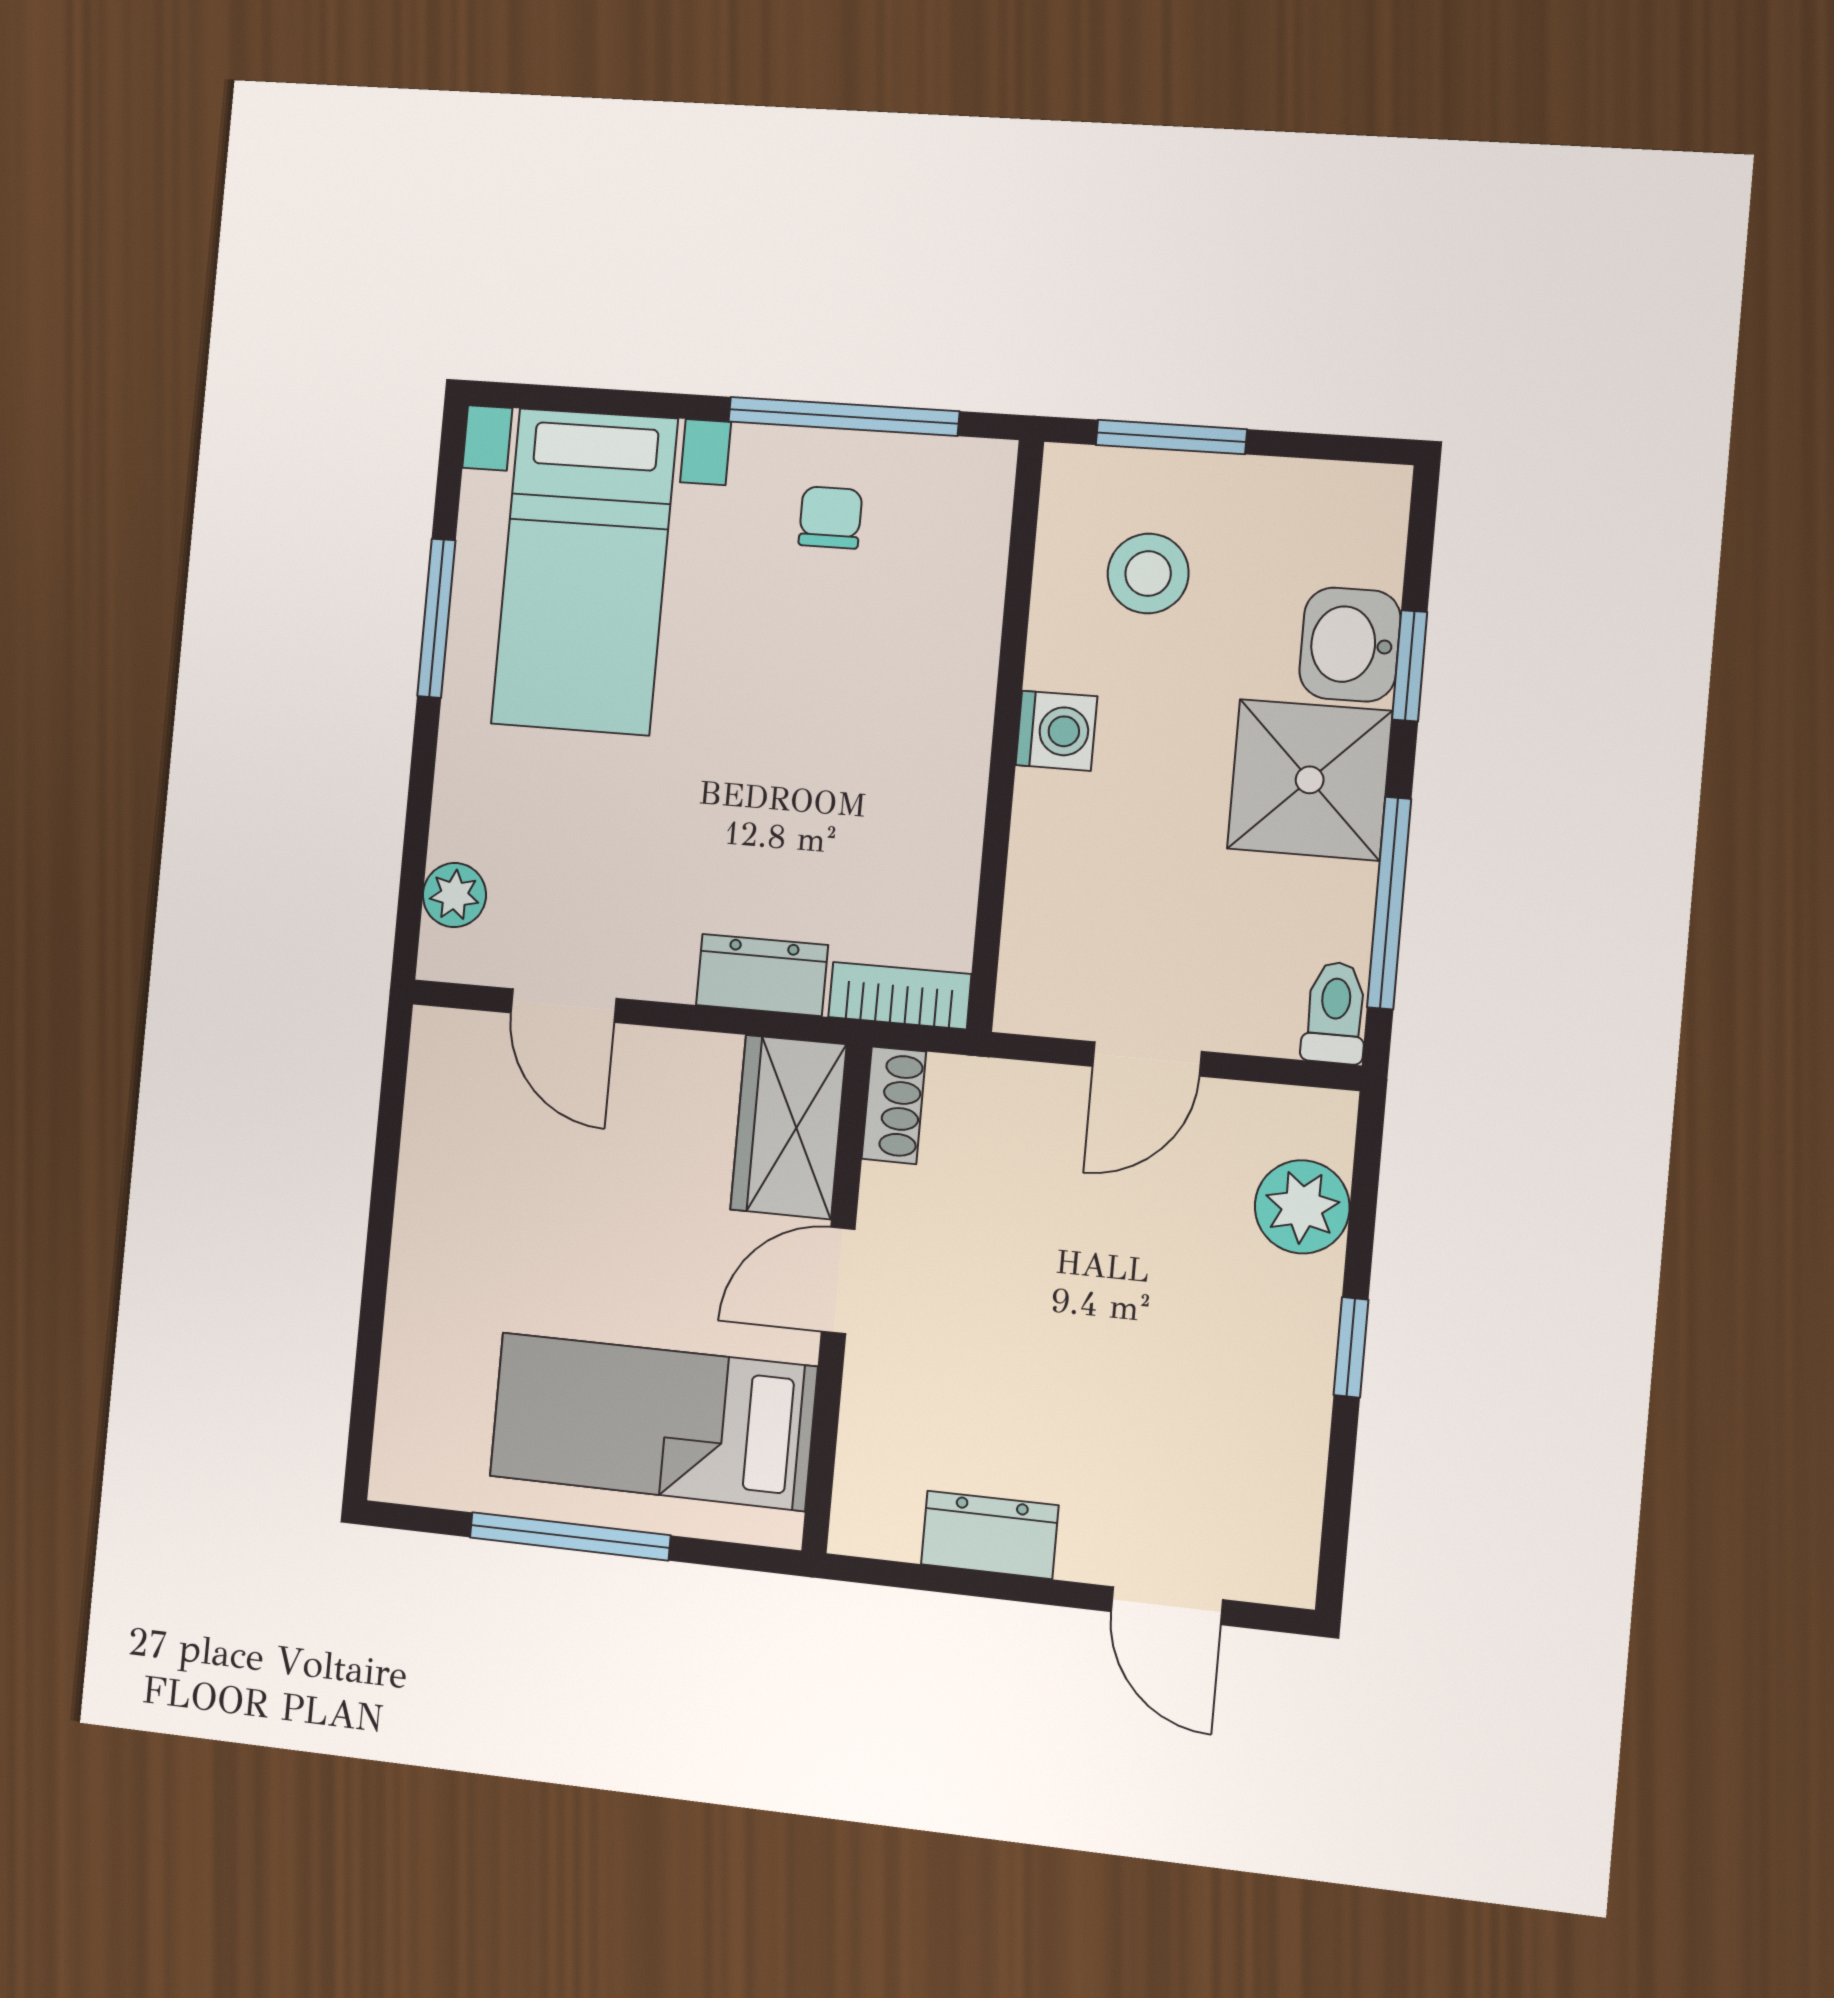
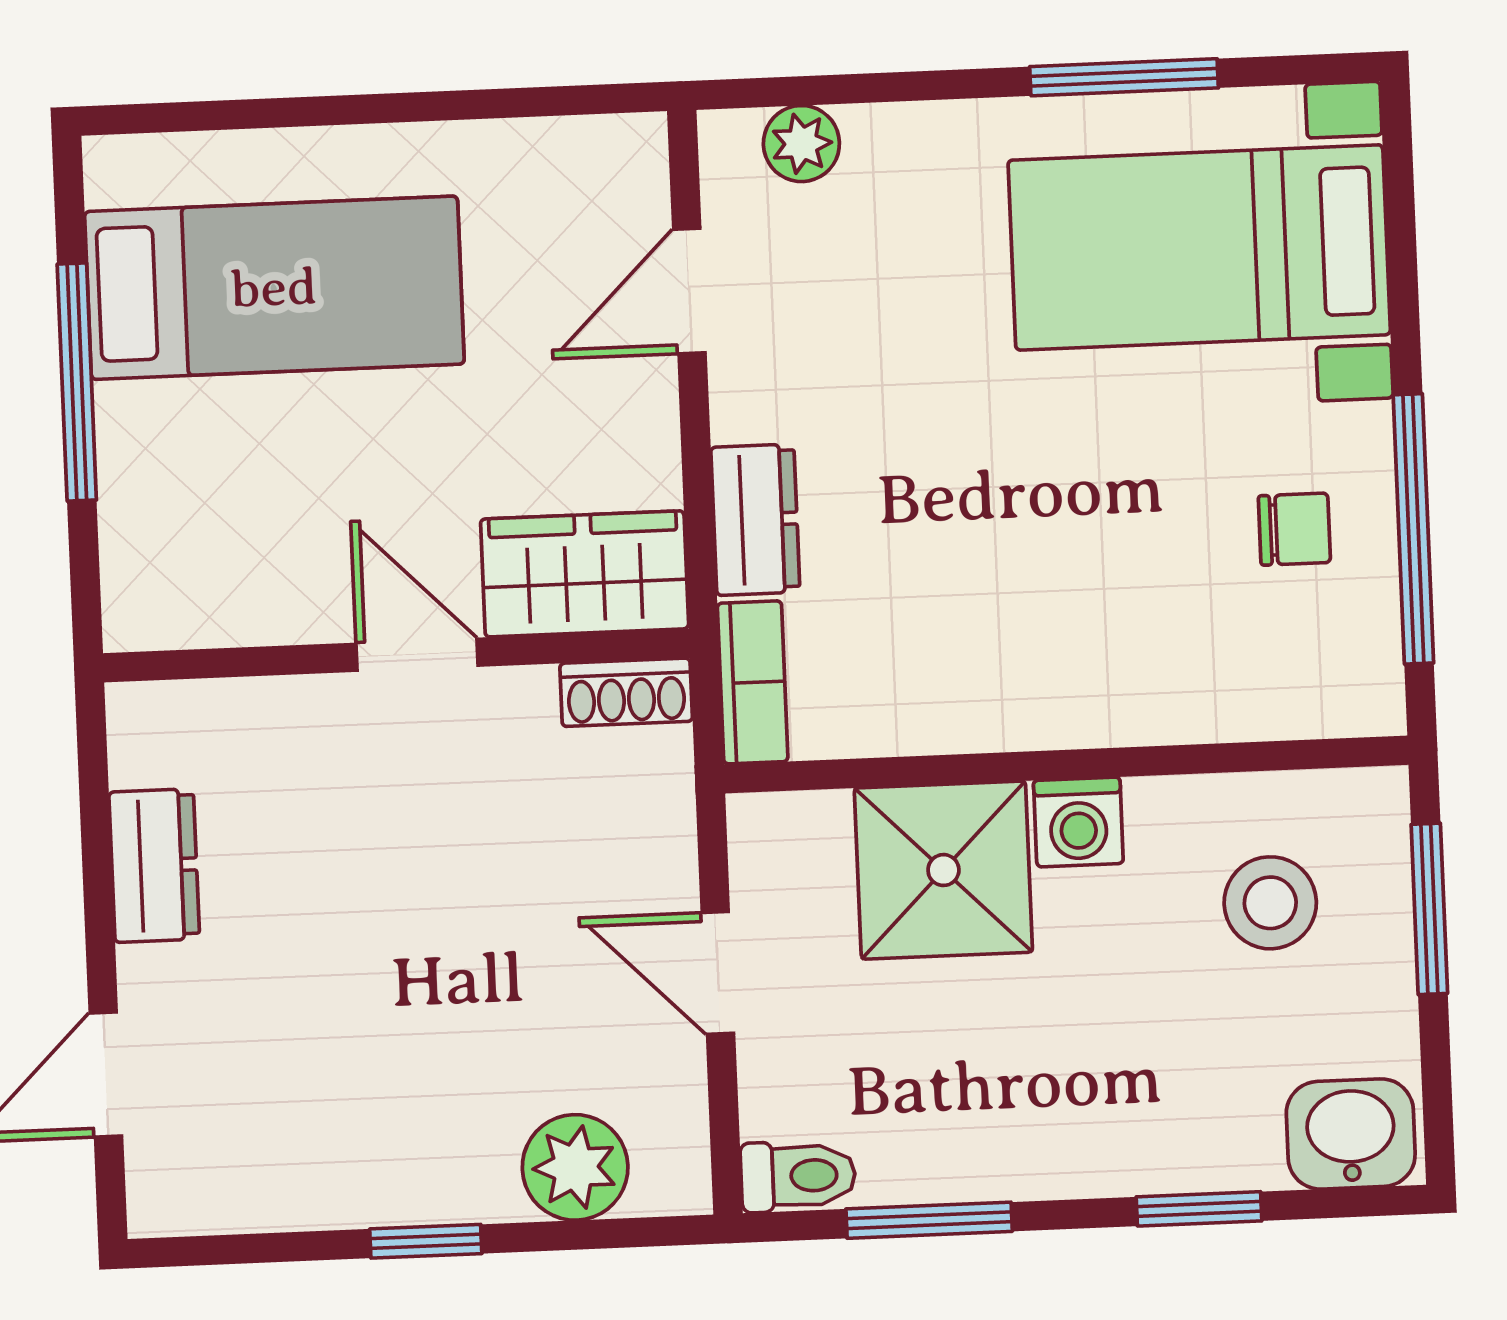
washbasin: (1350, 645) -> (1351, 1134), moved
shower: (1310, 780) -> (943, 870), moved
window: (1389, 903) -> (929, 1220), width x0.69
bed: (653, 1421) -> (274, 288), moved, turned 90

